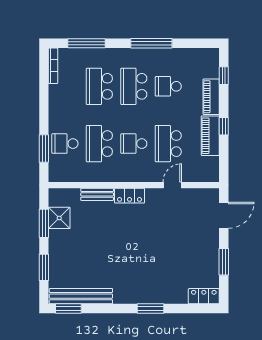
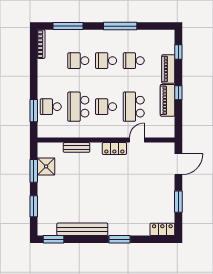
school desk: (99, 86) -> (78, 61), width x0.54
school desk: (134, 86) -> (106, 61), width x0.54
locker: (129, 196) -> (114, 149), moved
bench: (81, 296) -> (82, 229), moved

